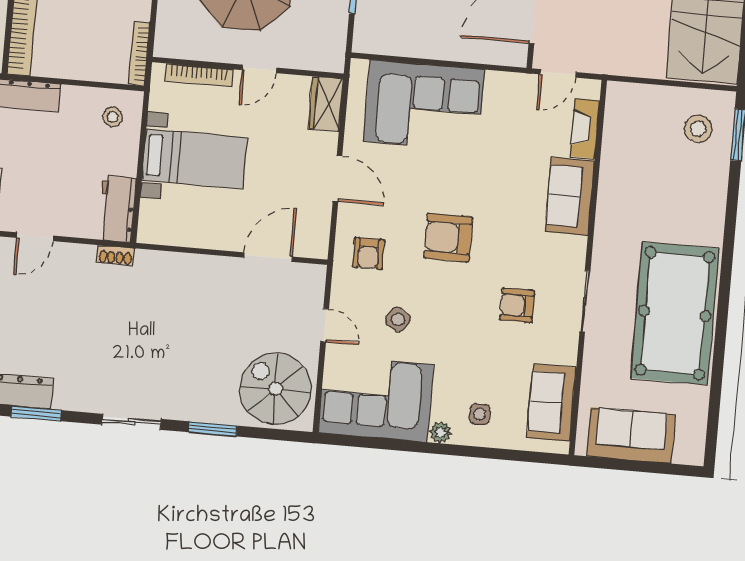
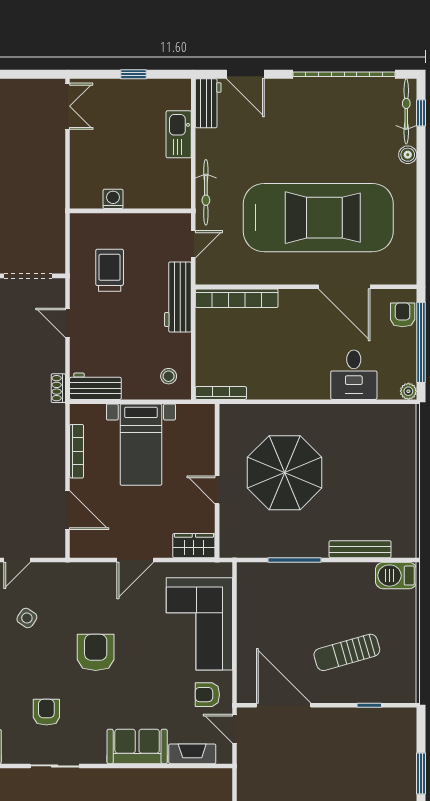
bookcase: (199, 75) -> (77, 451), moved, turned 180
armchair: (368, 253) -> (207, 695), moved

